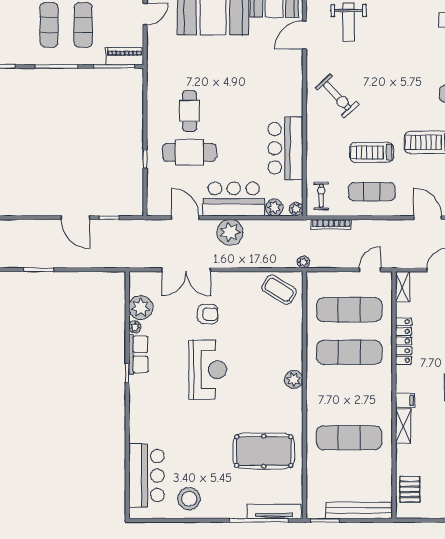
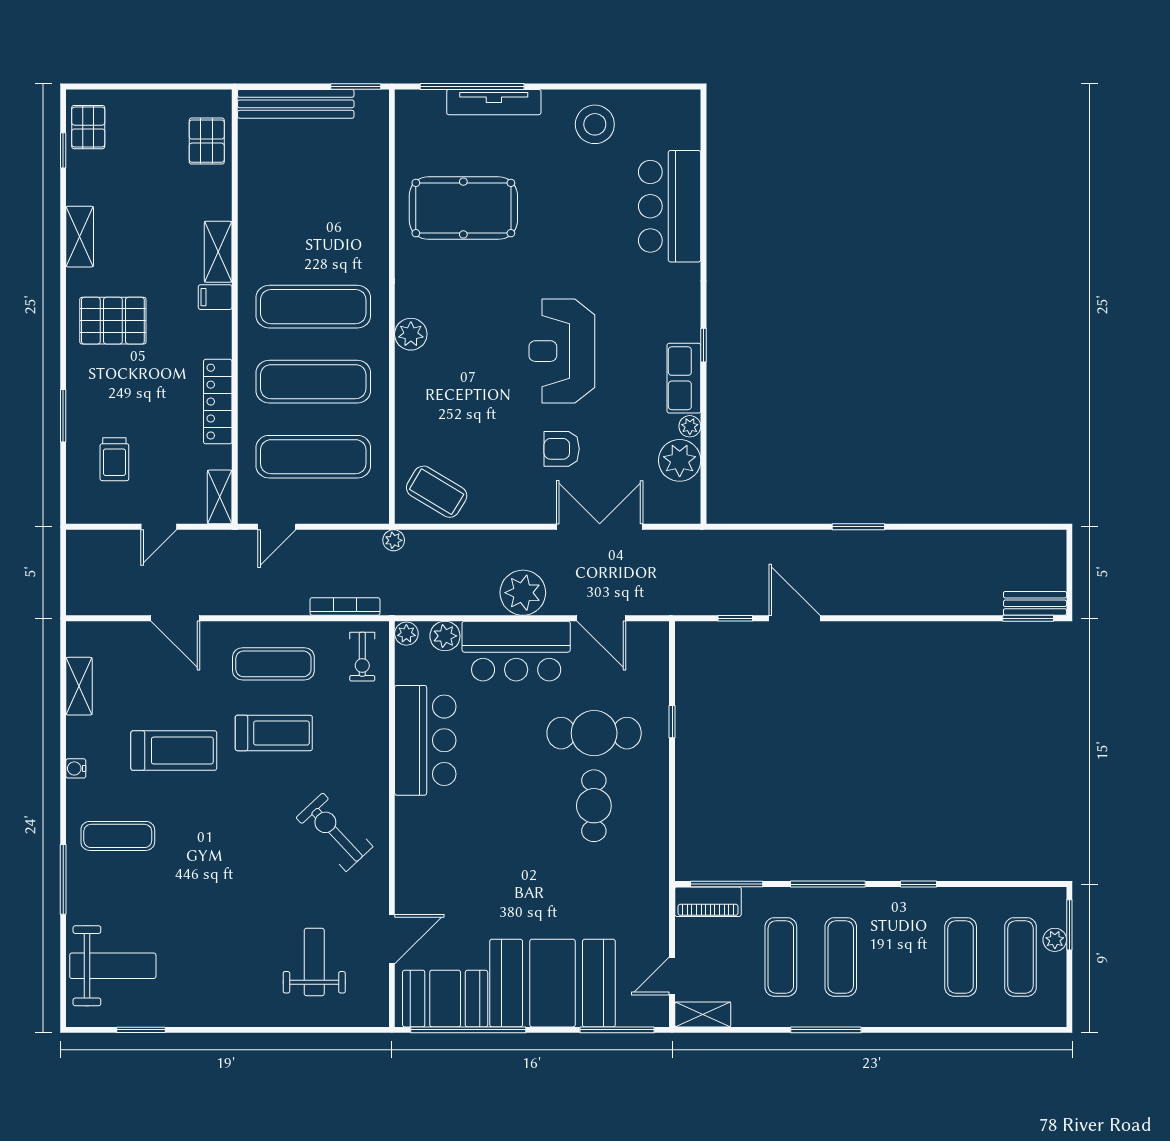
exercise mat: (349, 438) -> (313, 307), moved
bar counter: (146, 476) -> (670, 206), moved
tv unit: (274, 511) -> (494, 102), moved

